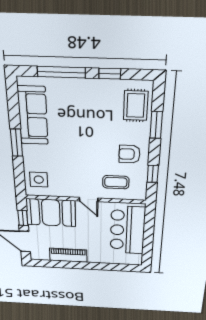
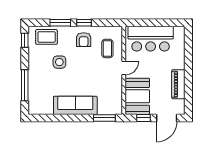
window: (110, 74) -> (25, 40), moved
sofa: (33, 116) -> (75, 105), moved
window: (17, 143) -> (104, 118), moved
window: (153, 174) -> (84, 23), moved
side table: (39, 180) -> (59, 62), moved

